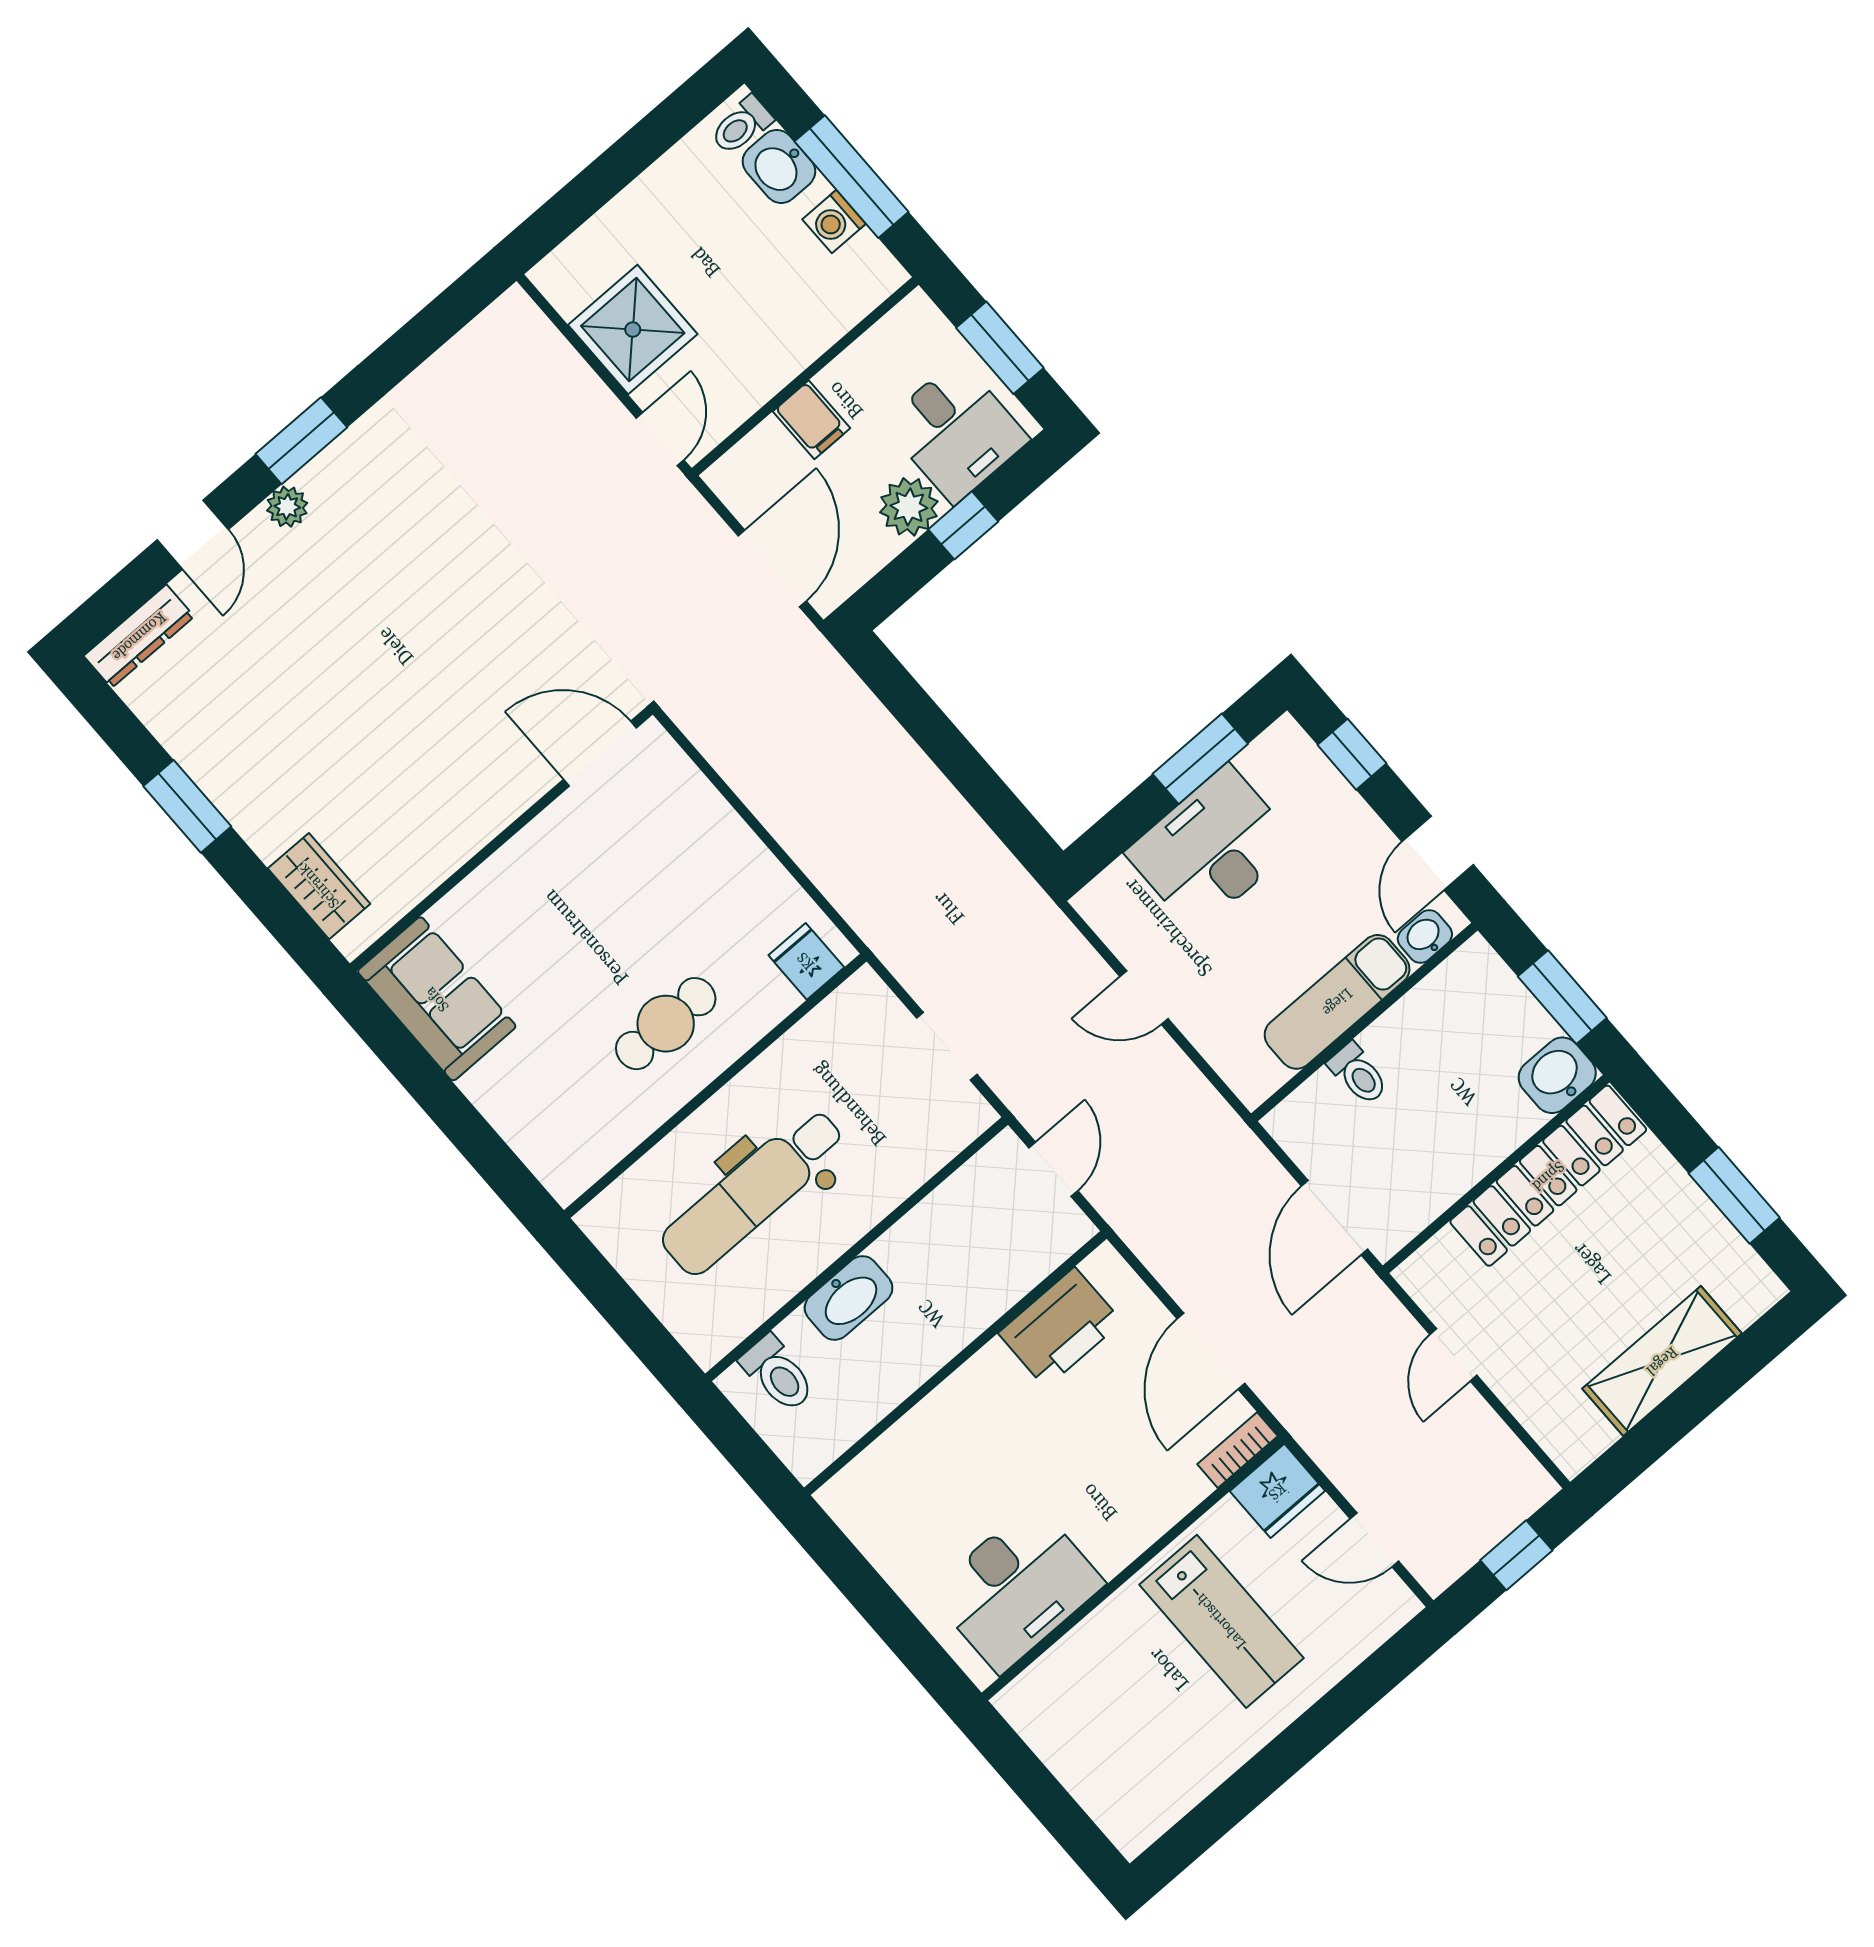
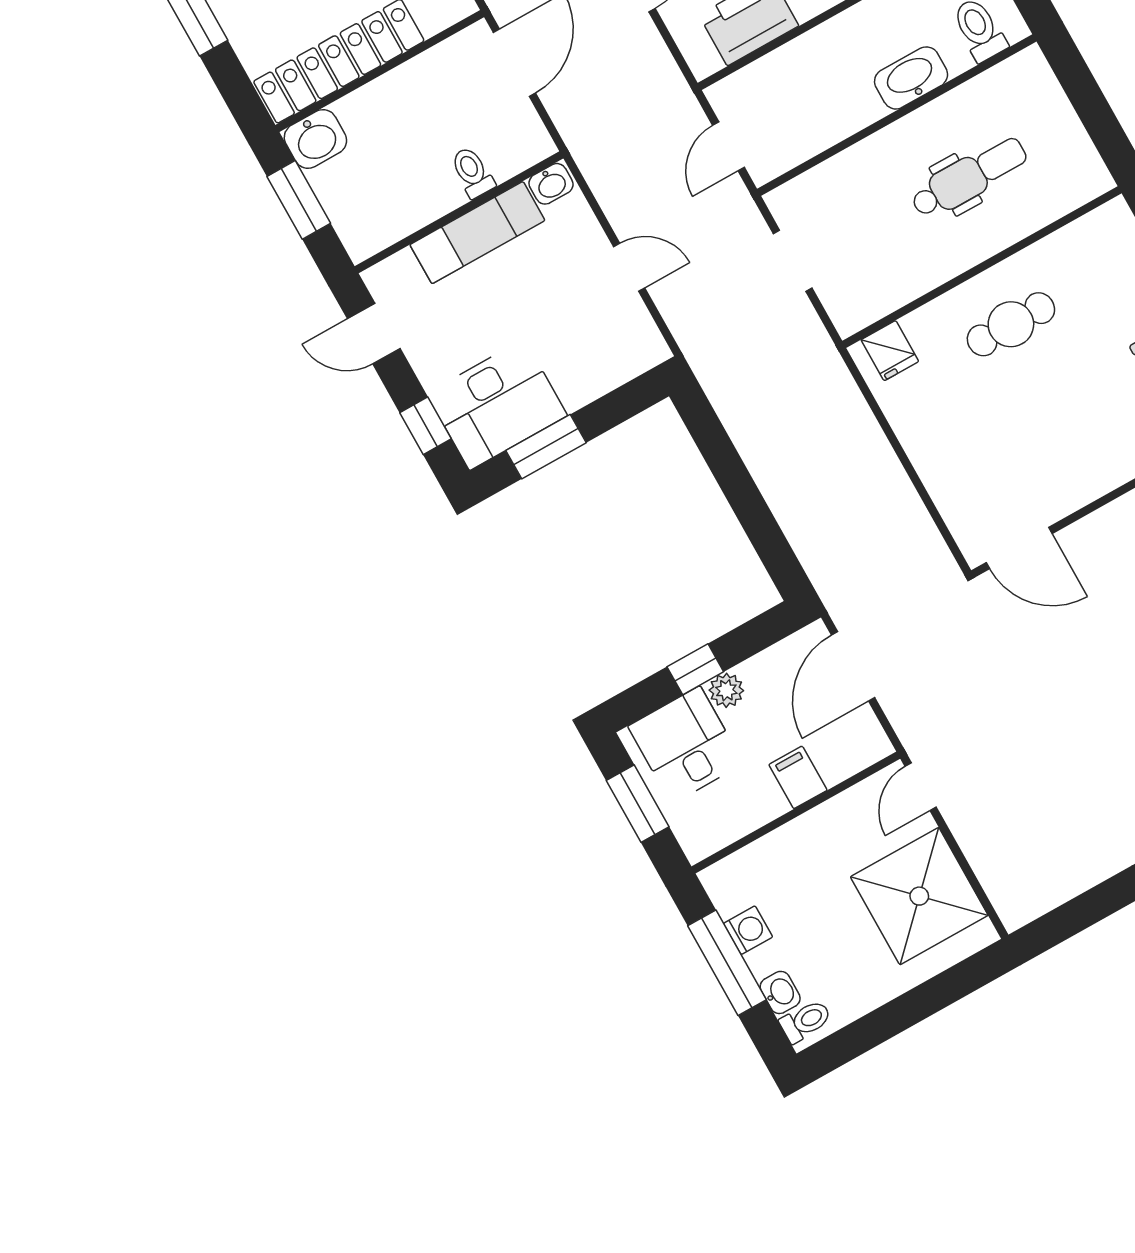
washbasin: (779, 166) -> (780, 992), width x0.72, depth x0.69
shower: (633, 330) -> (919, 896), width x1.37, depth x1.37
plant: (909, 507) -> (726, 690), width x0.73, depth x0.73
desk: (1212, 848) -> (497, 405), moved
door: (1438, 853) -> (374, 334), swing flipped
washbasin: (1425, 937) -> (551, 184), moved
dental chair: (753, 1192) -> (969, 177), width x0.73, depth x0.72

